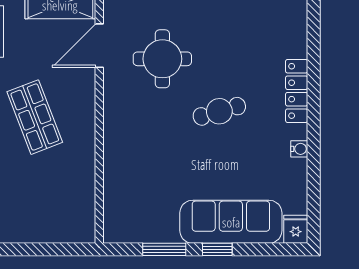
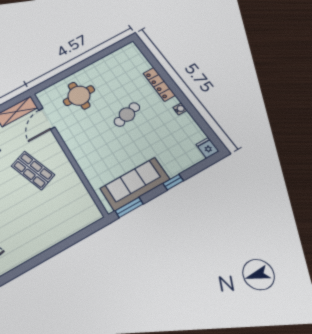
round table: (162, 59) -> (79, 96), moved
sofa: (231, 222) -> (135, 184), moved
window: (164, 249) -> (129, 207), moved

